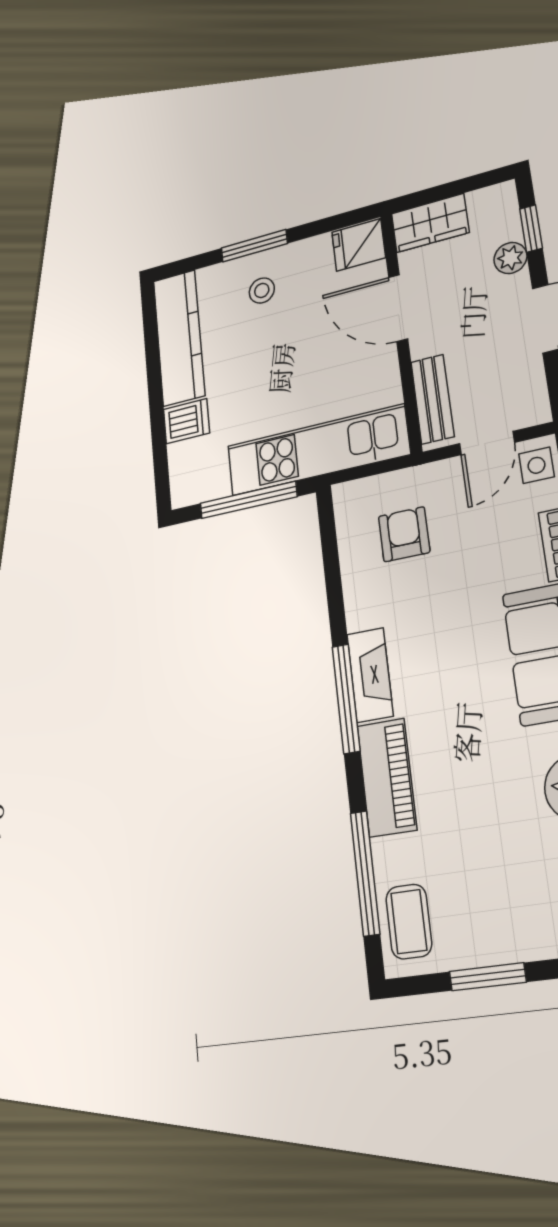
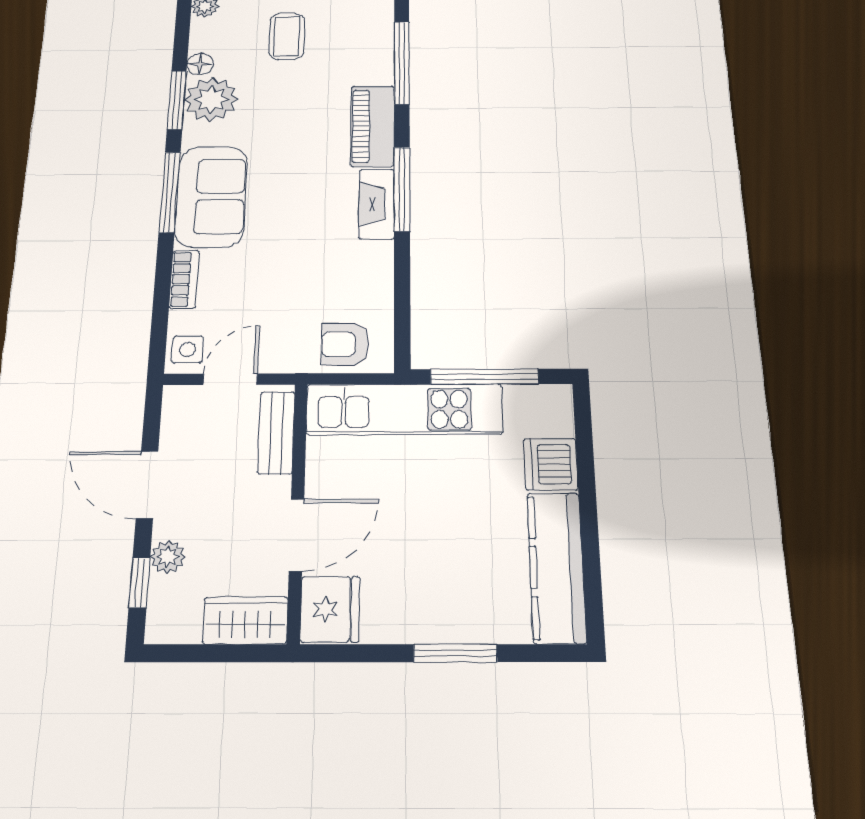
fridge: (359, 245) -> (330, 609), width x1.38
stool: (262, 291) -> (451, 596), removed
door: (398, 308) -> (297, 535), hinge flipped
dishwasher: (186, 421) -> (551, 464), width x1.38
armchair: (404, 534) -> (345, 344), moved, turned 90
coffee table: (409, 922) -> (287, 36), moved

